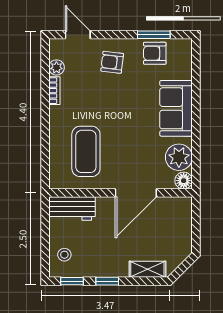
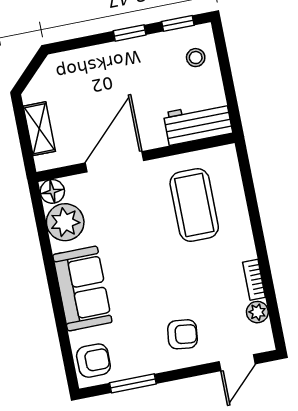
door: (78, 35) -> (237, 363), hinge flipped
armchair: (155, 53) -> (93, 361), moved
shelving: (147, 269) -> (39, 129), moved, turned 90

